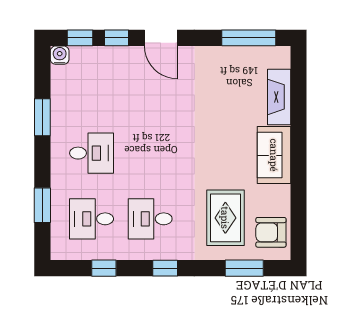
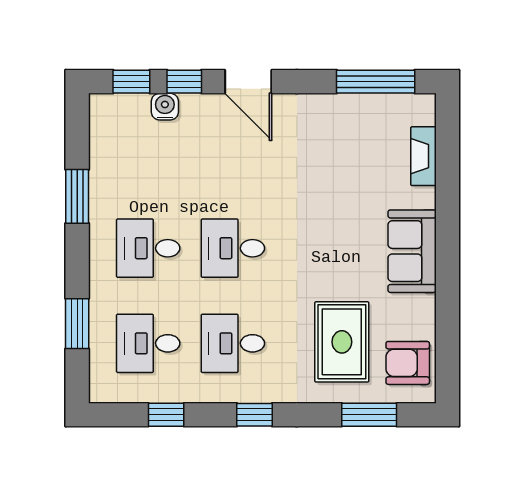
water cooler: (60, 55) -> (165, 107), moved
fireplace: (279, 97) -> (423, 156), width x0.73, depth x0.76
desk: (92, 153) -> (148, 248), turned 180
desk: (150, 153) -> (233, 248), added

